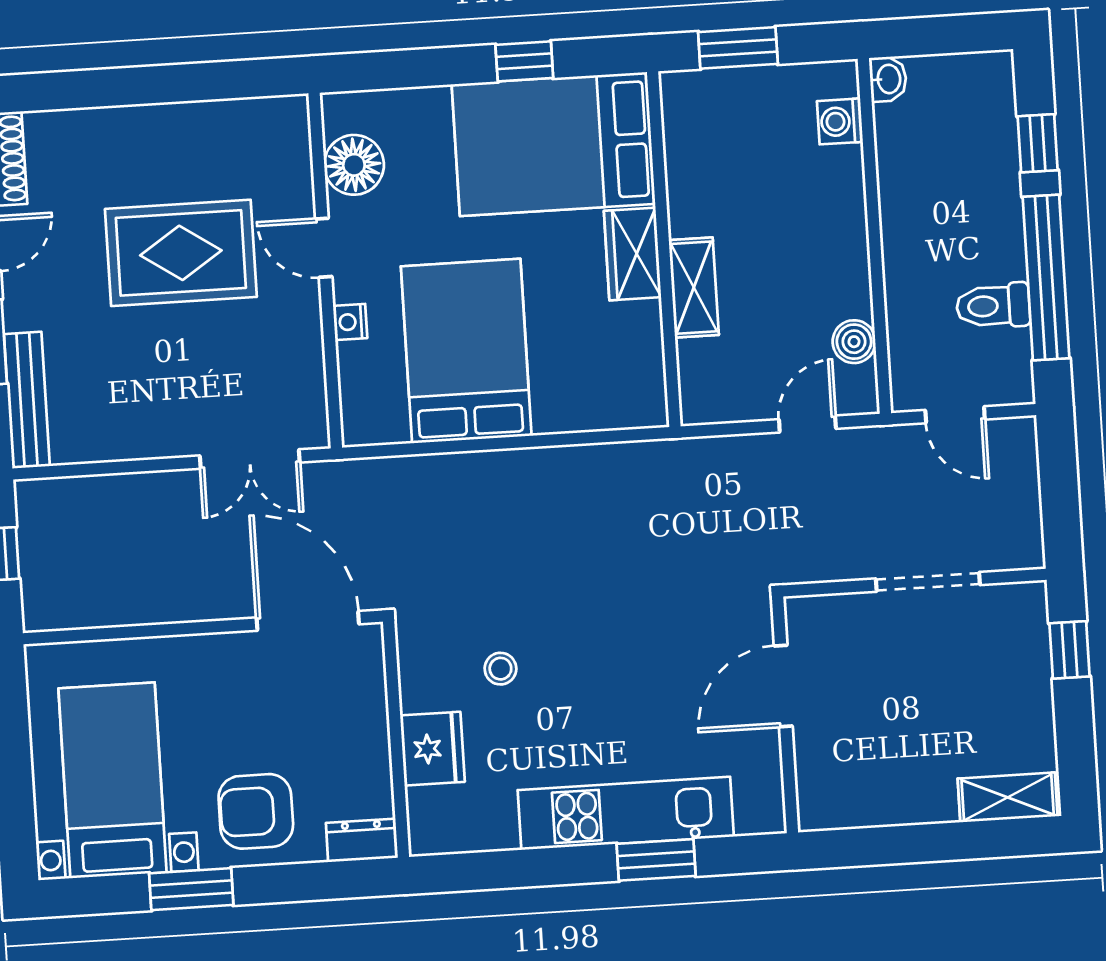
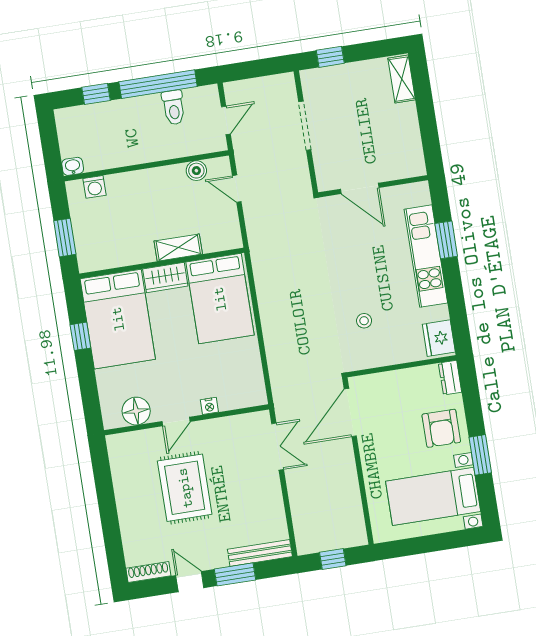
bed: (466, 351) -> (220, 299), moved, turned -90
fridge: (432, 749) -> (439, 338), moved, turned -90

